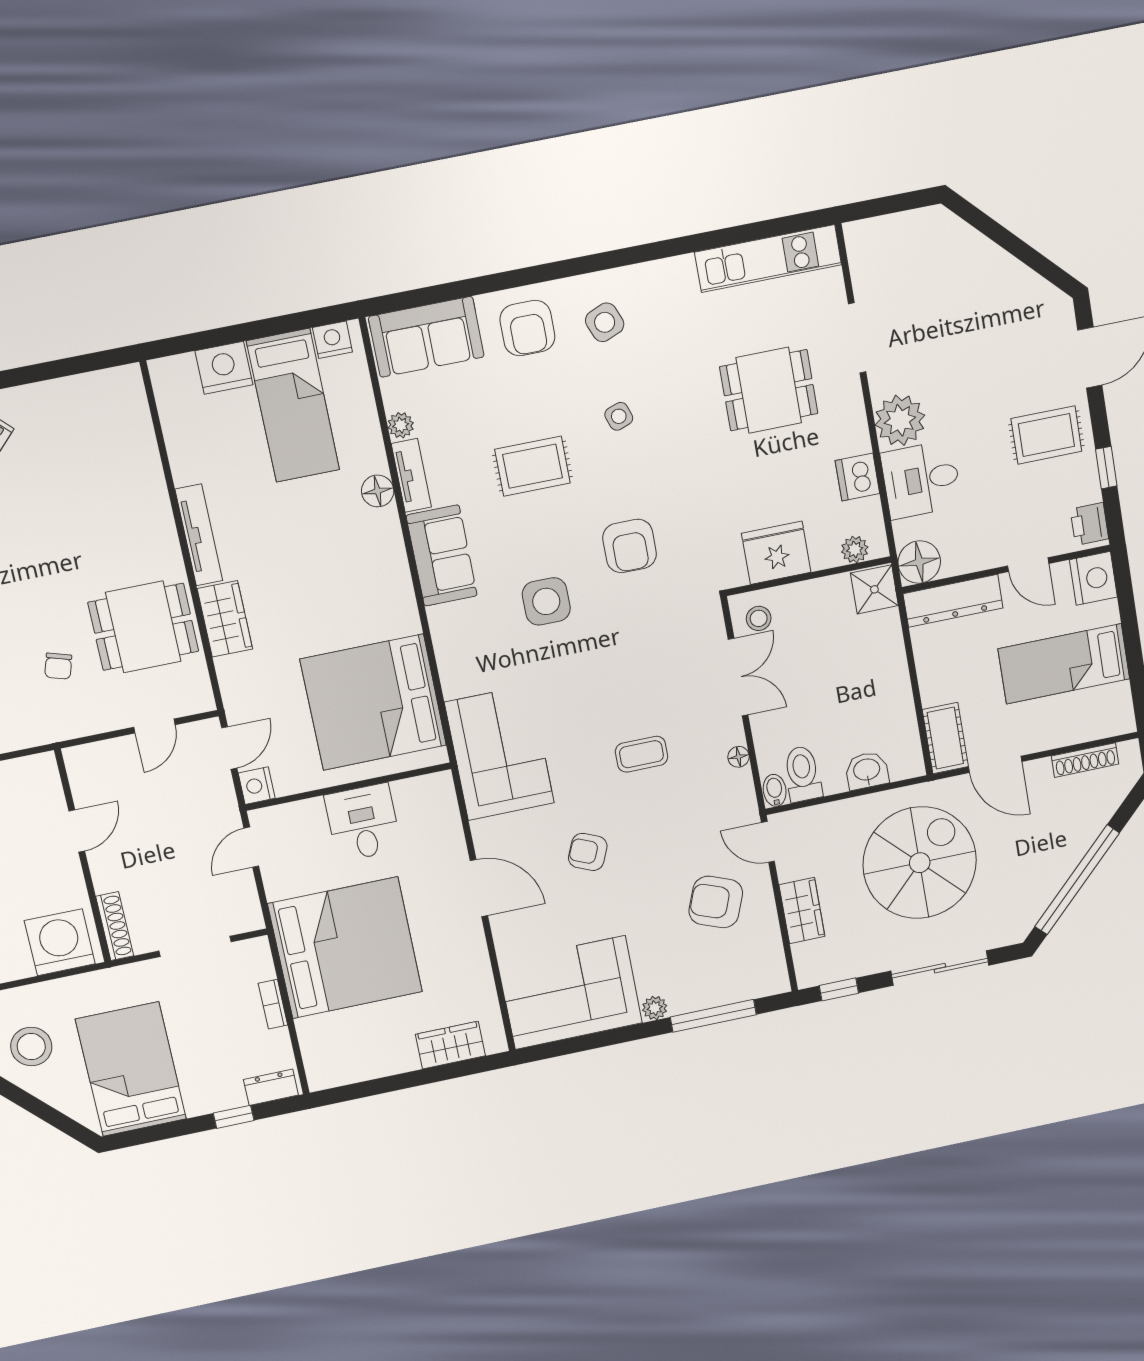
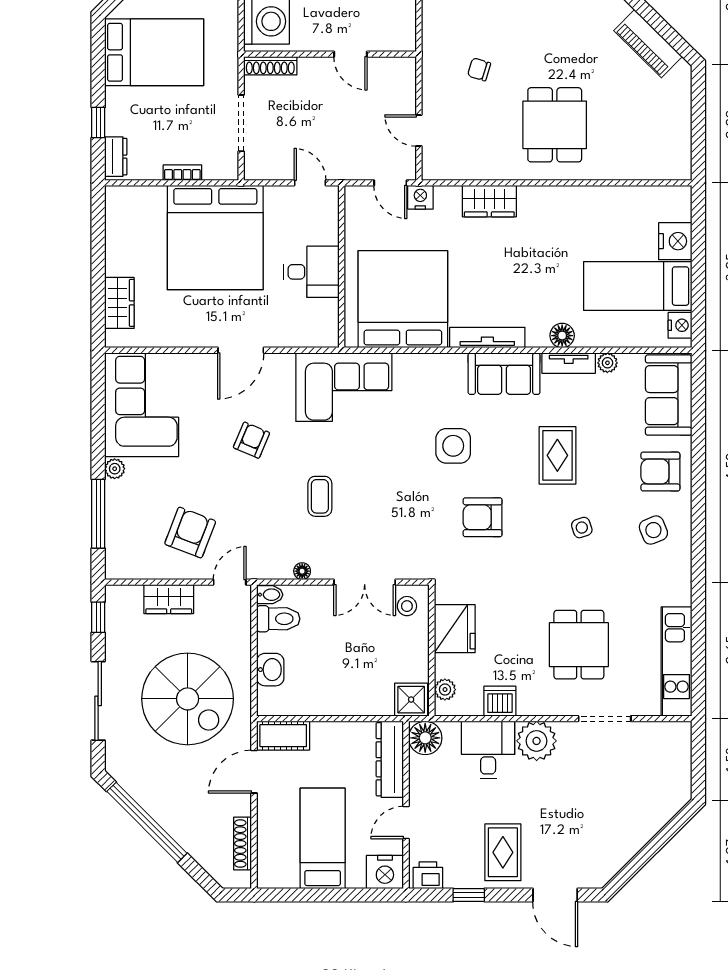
tv unit: (199, 535) -> (487, 338), moved, turned 180
dining table: (143, 627) -> (555, 125), moved
nightstand: (257, 786) -> (420, 197), moved

